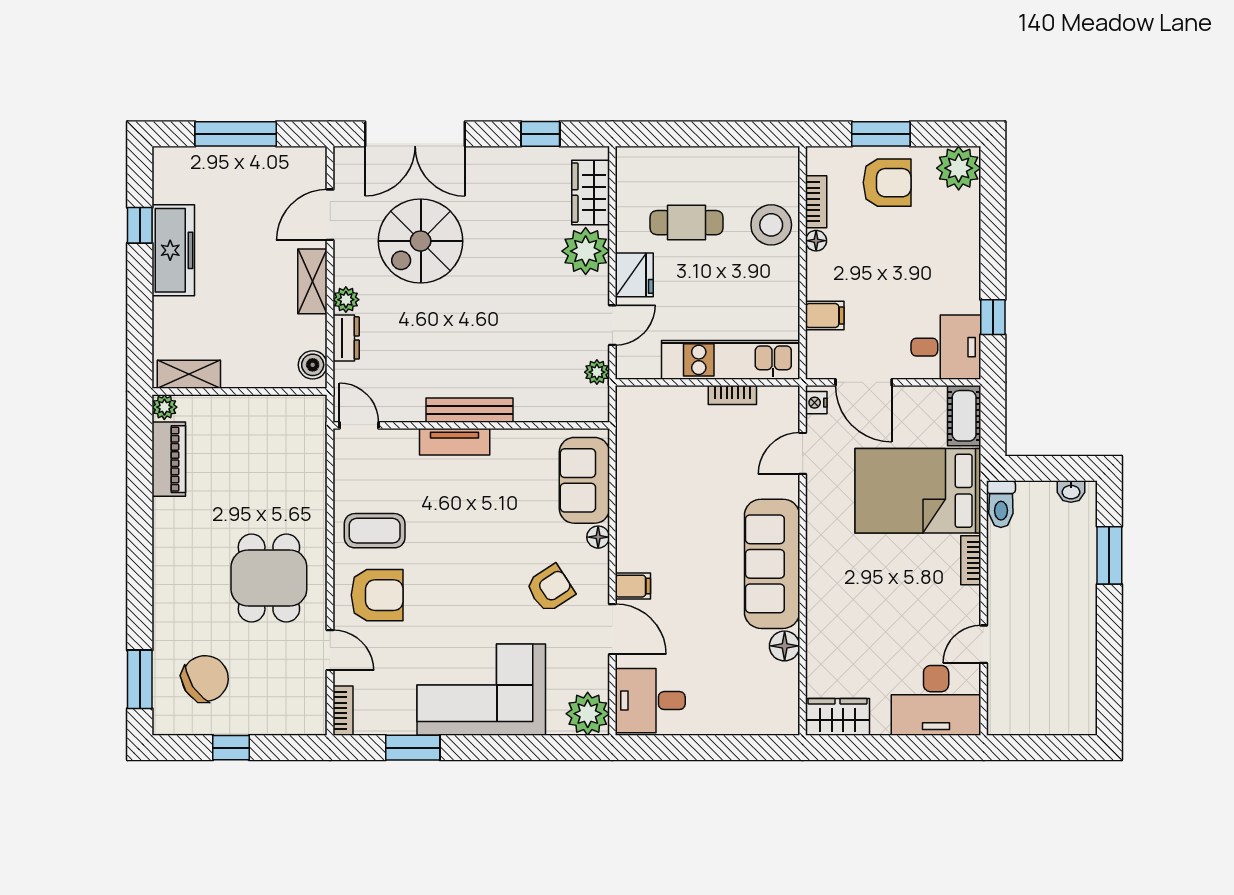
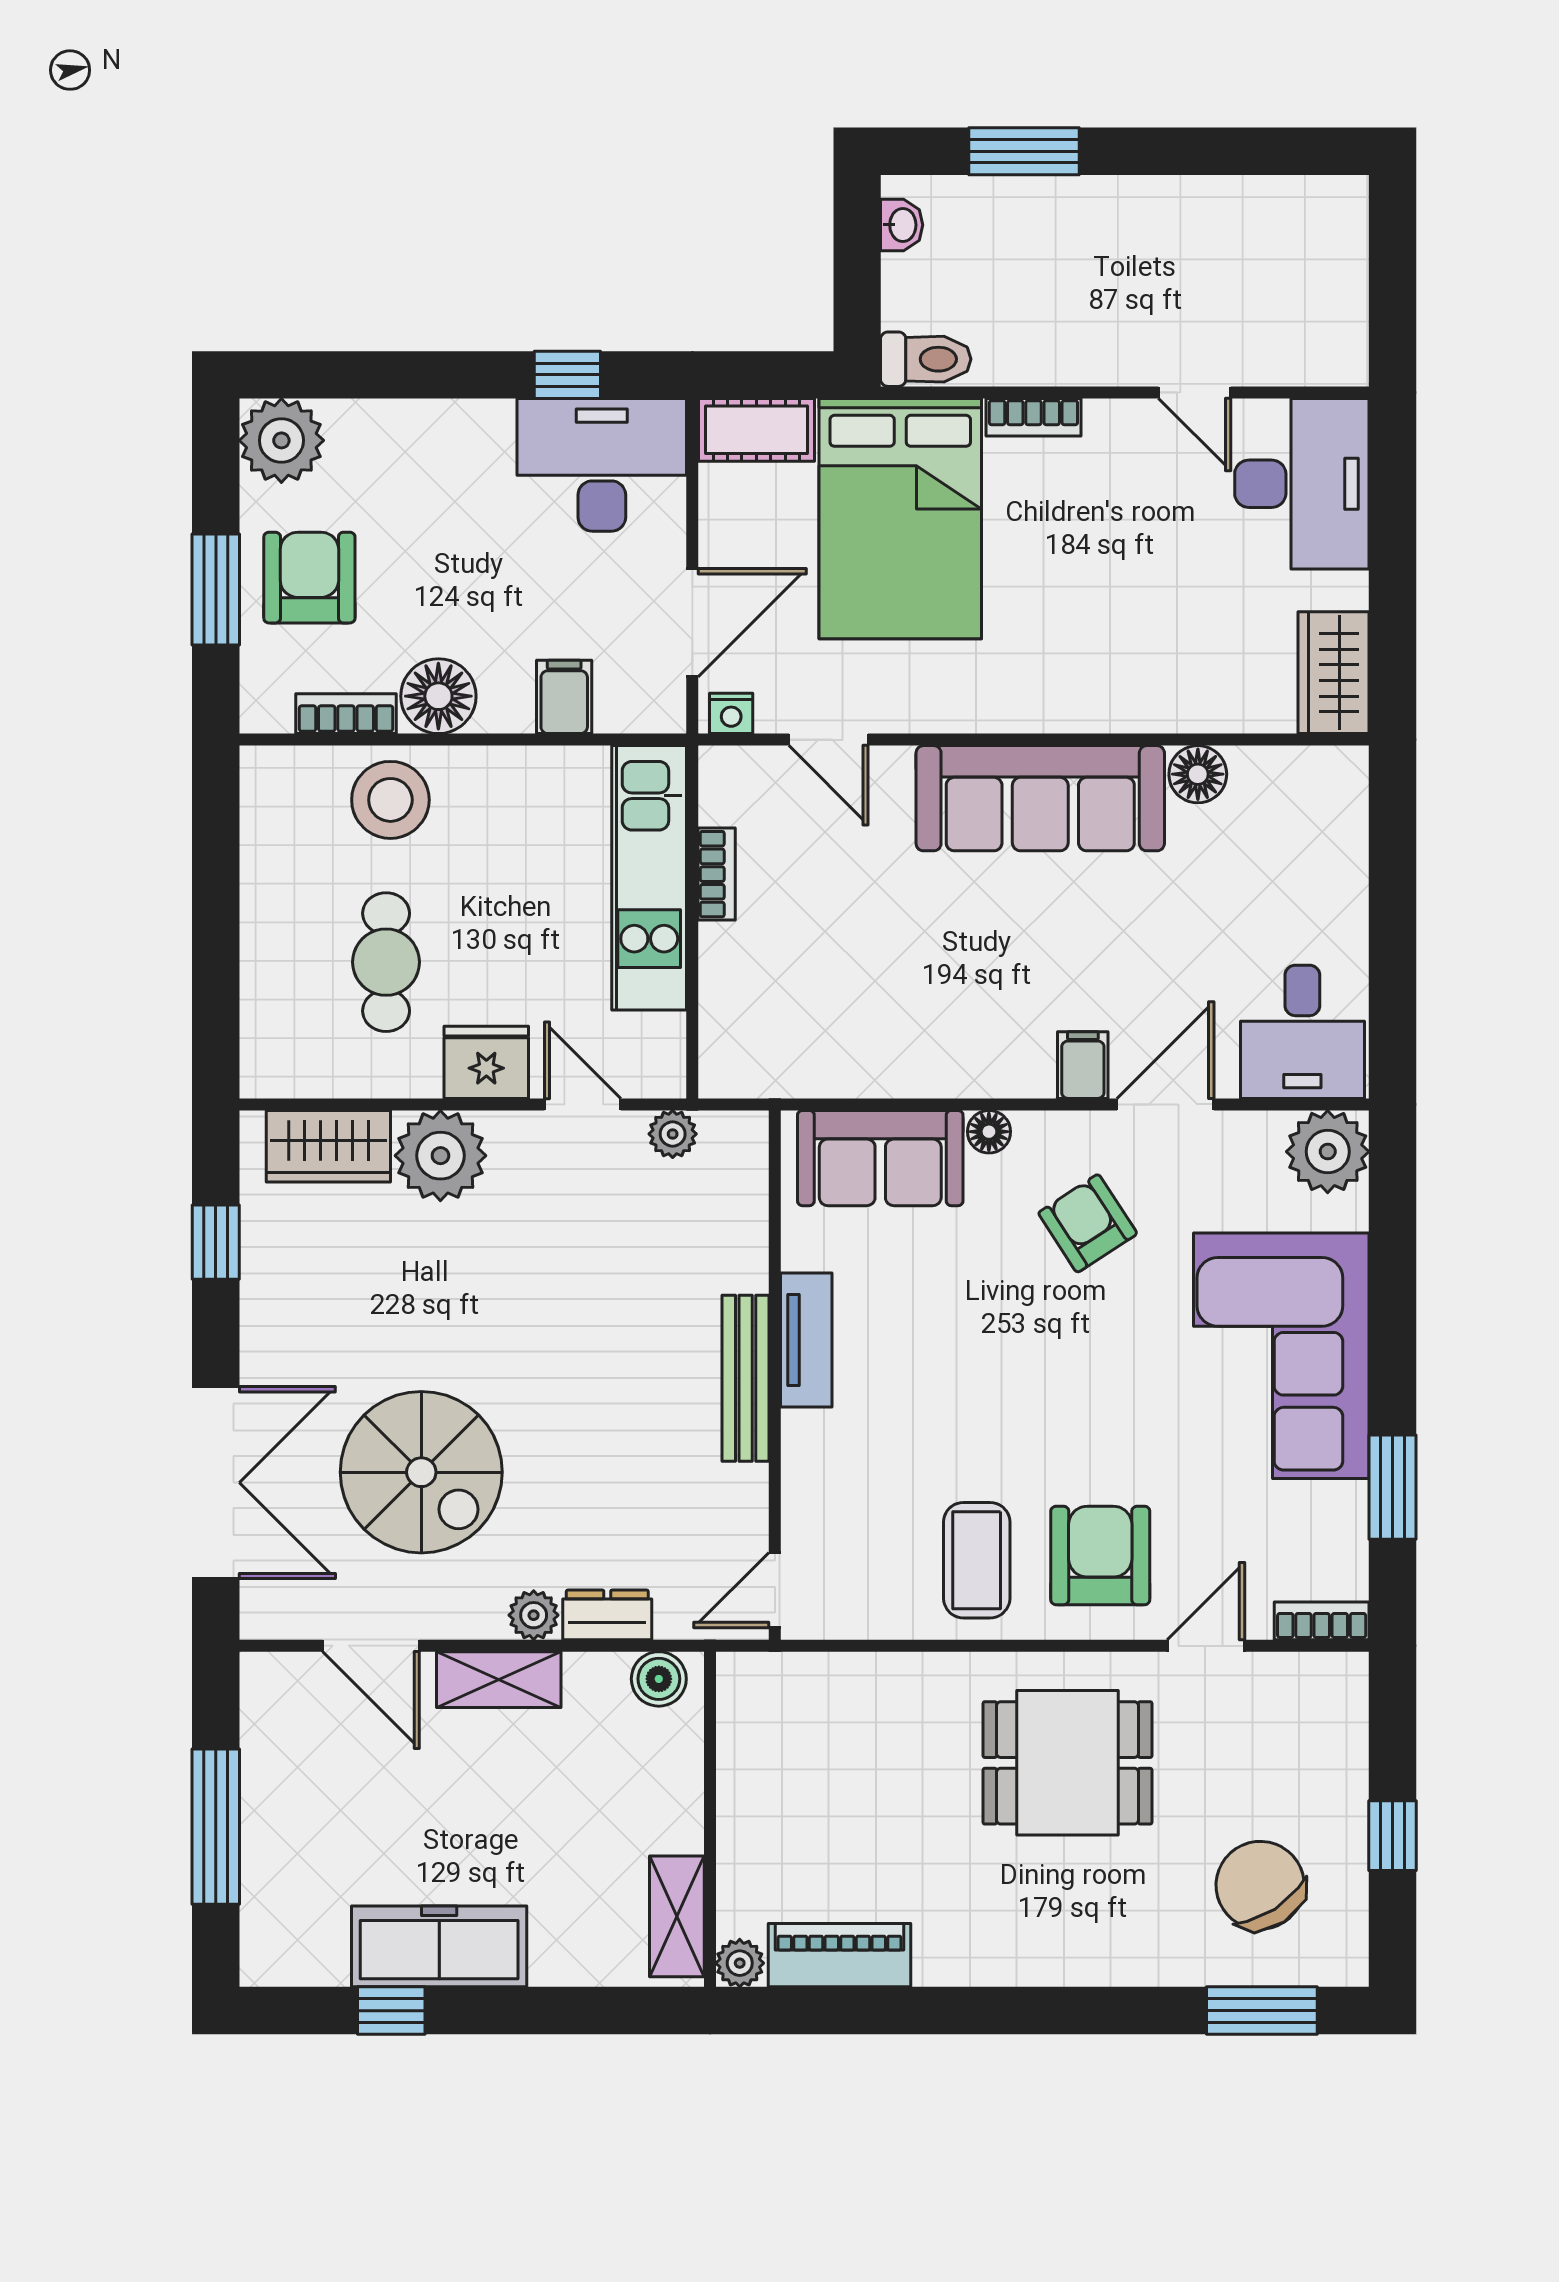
floor lamp: (816, 241) -> (438, 696), width x1.89, depth x1.89
desk: (946, 347) -> (602, 465), width x1.37
tv unit: (455, 442) -> (806, 1340), moved

